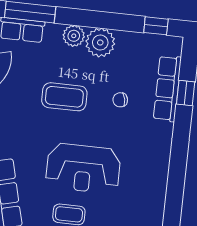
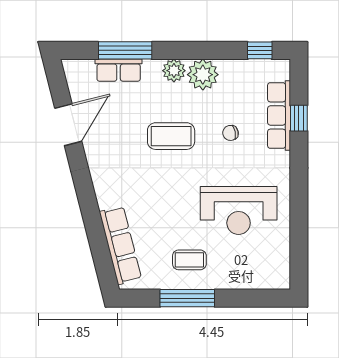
reception desk: (83, 168) -> (239, 210), moved

